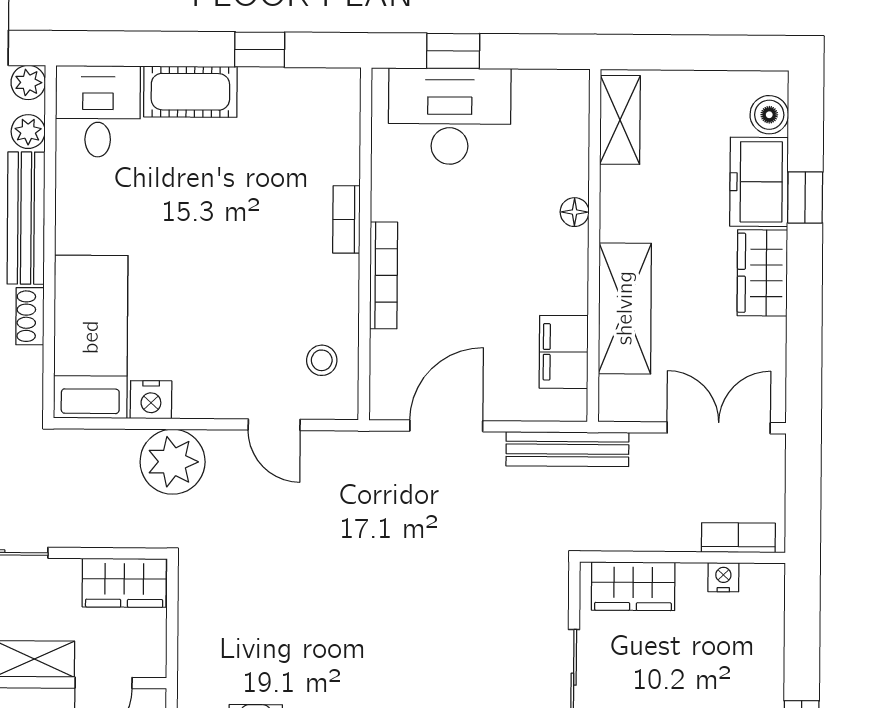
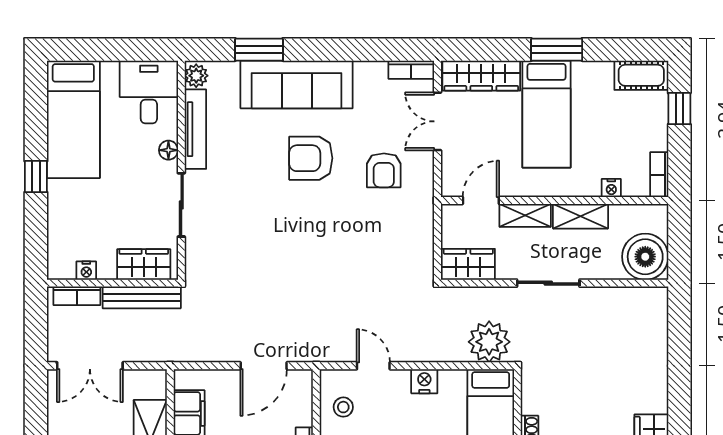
nightstand: (151, 400) -> (424, 381), moved
bench: (567, 449) -> (142, 297), moved
plant: (173, 462) -> (489, 342), moved

